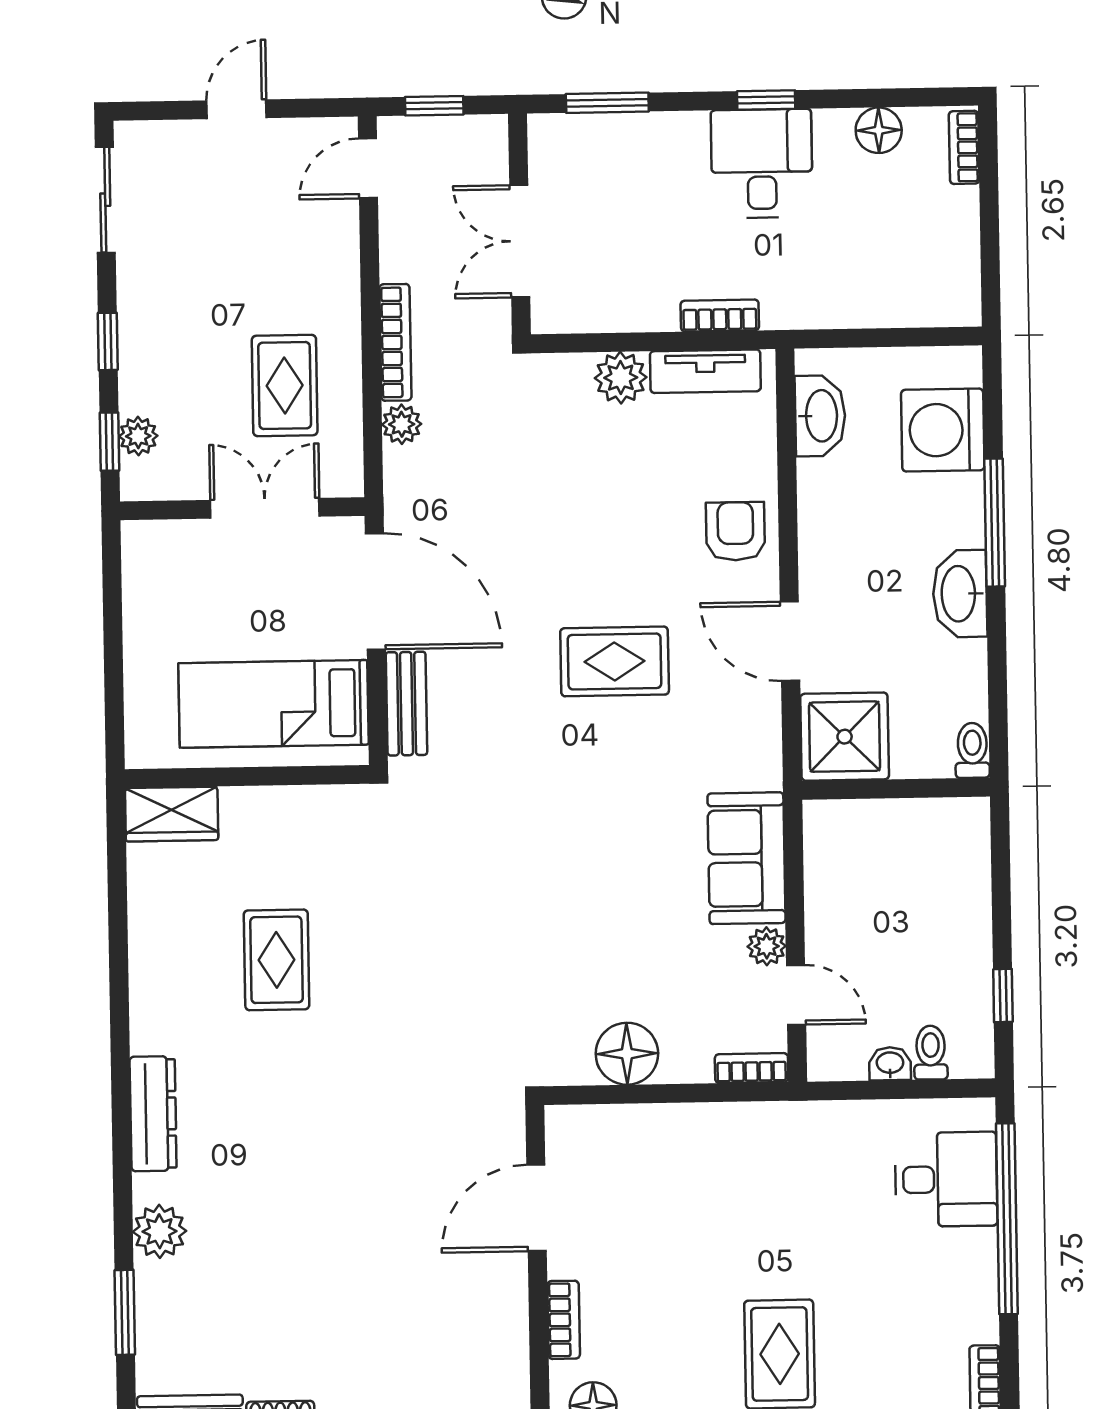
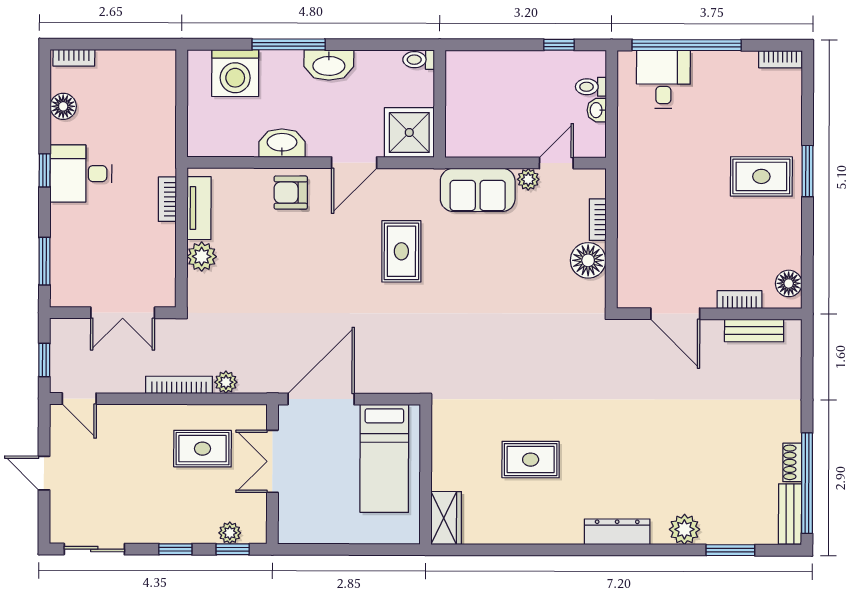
washbasin: (820, 416) -> (282, 143), moved
rug: (615, 661) -> (401, 251), moved
bench: (407, 704) -> (754, 330), moved
bookcase: (752, 1068) -> (598, 220), moved

